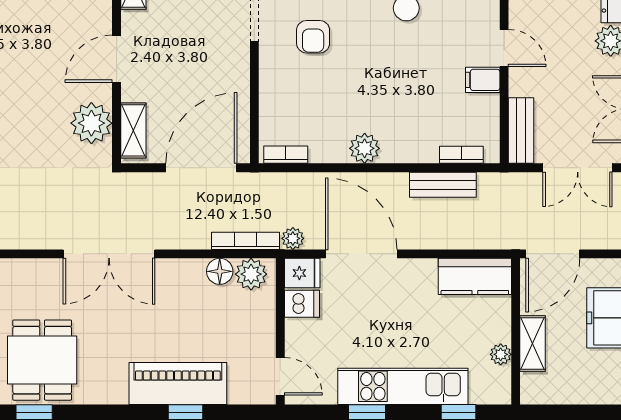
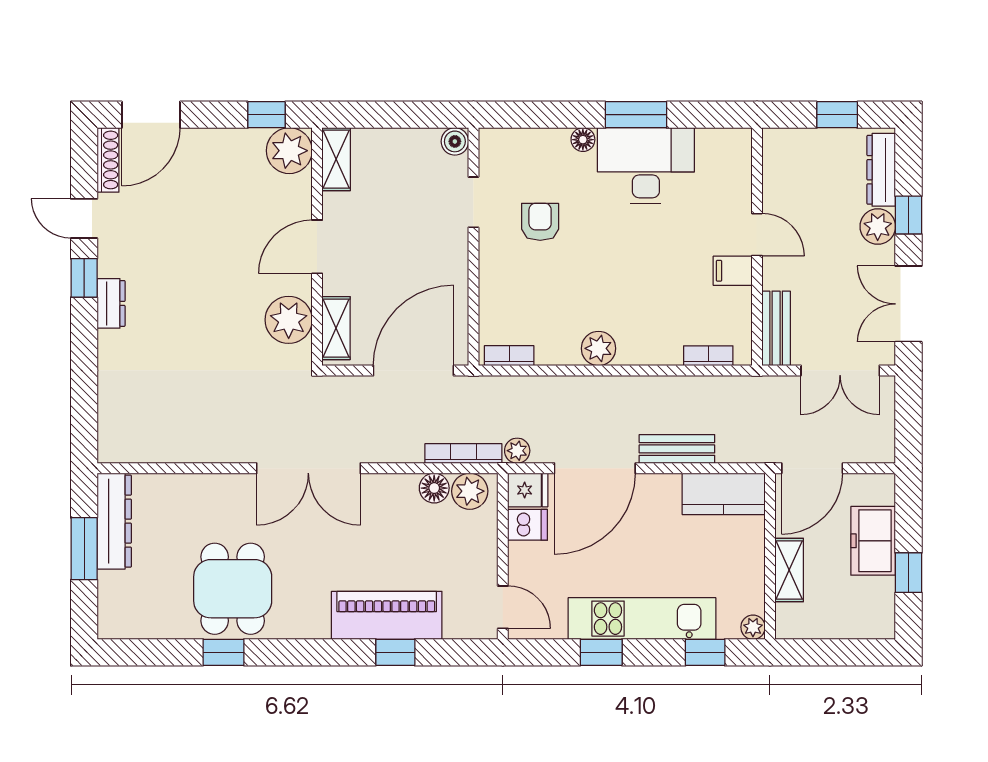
armchair: (313, 37) -> (540, 222), turned 180
bench: (443, 185) -> (677, 449), moved
door: (361, 254) -> (595, 468), swing flipped
plant: (501, 354) -> (753, 627), moved

